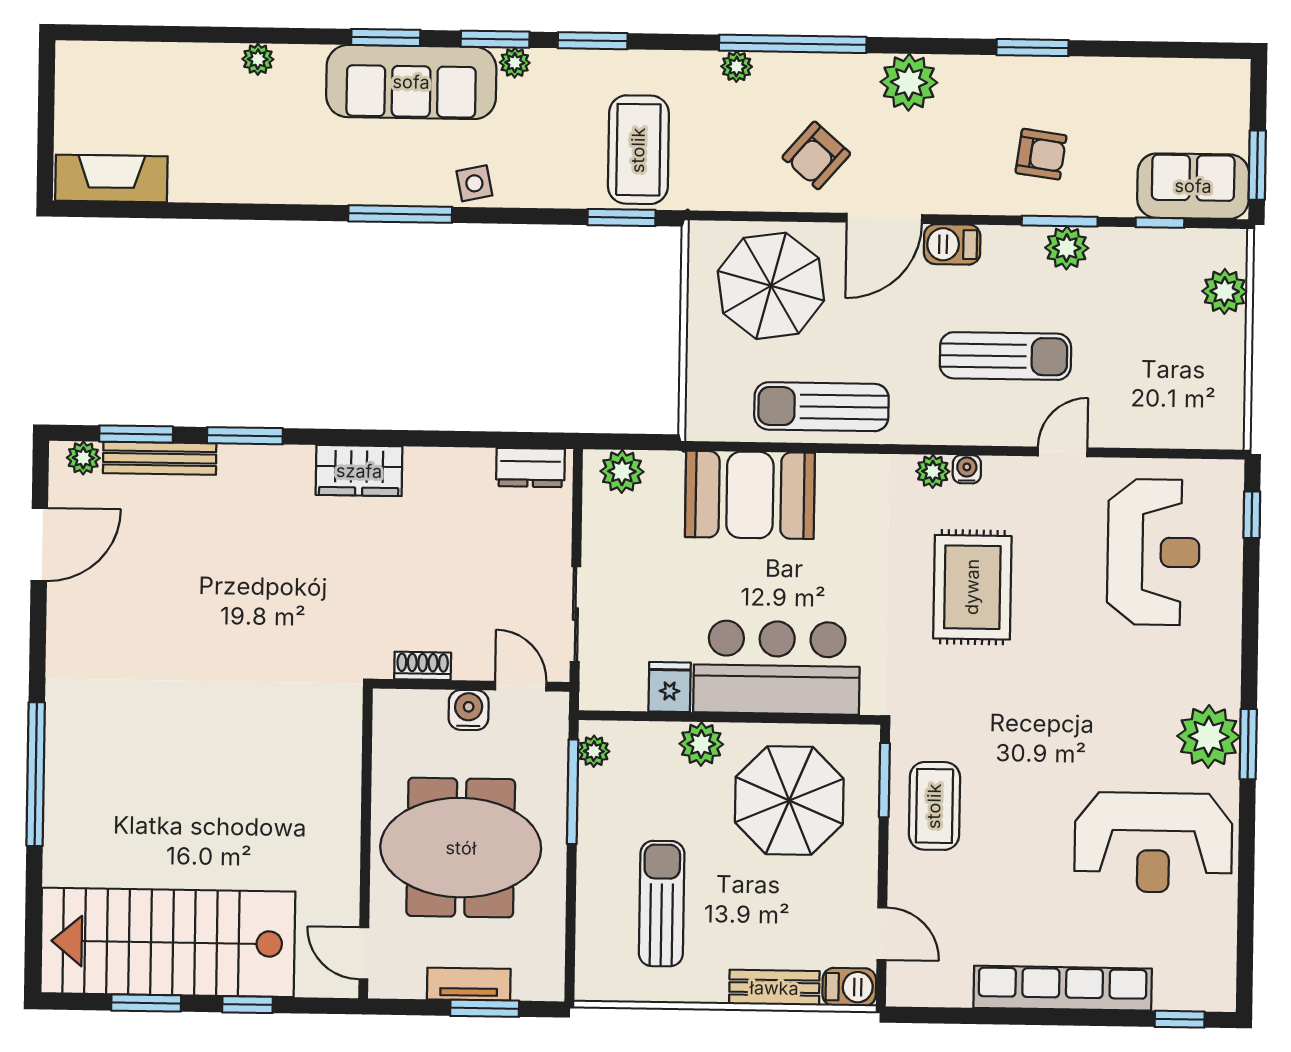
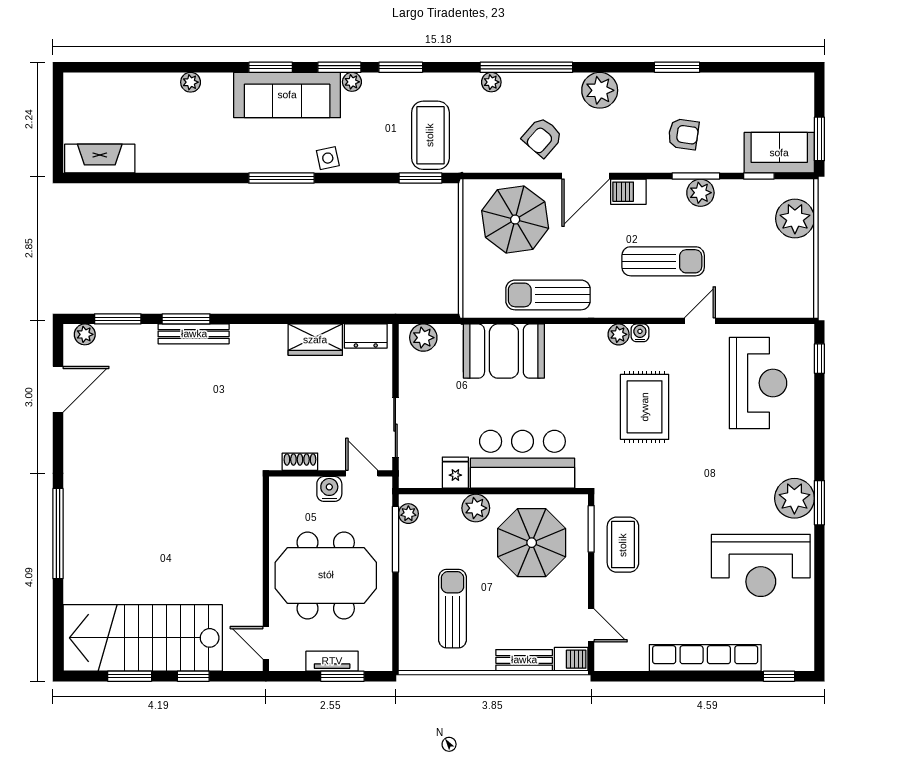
plant: (1225, 291) -> (795, 219), width x1.36, depth x1.36
bench: (160, 458) -> (194, 334), moved
wardrobe: (359, 471) -> (315, 340), moved

